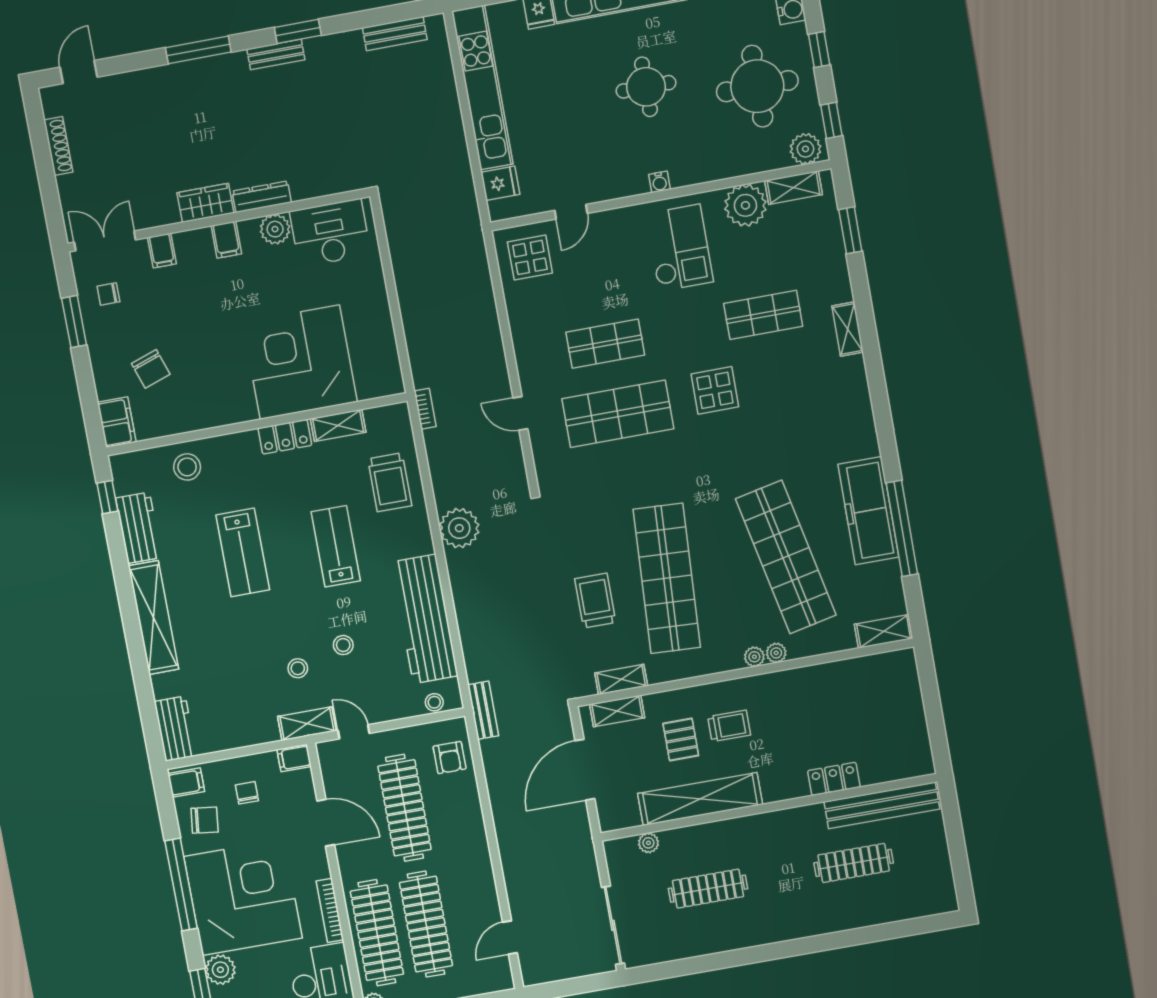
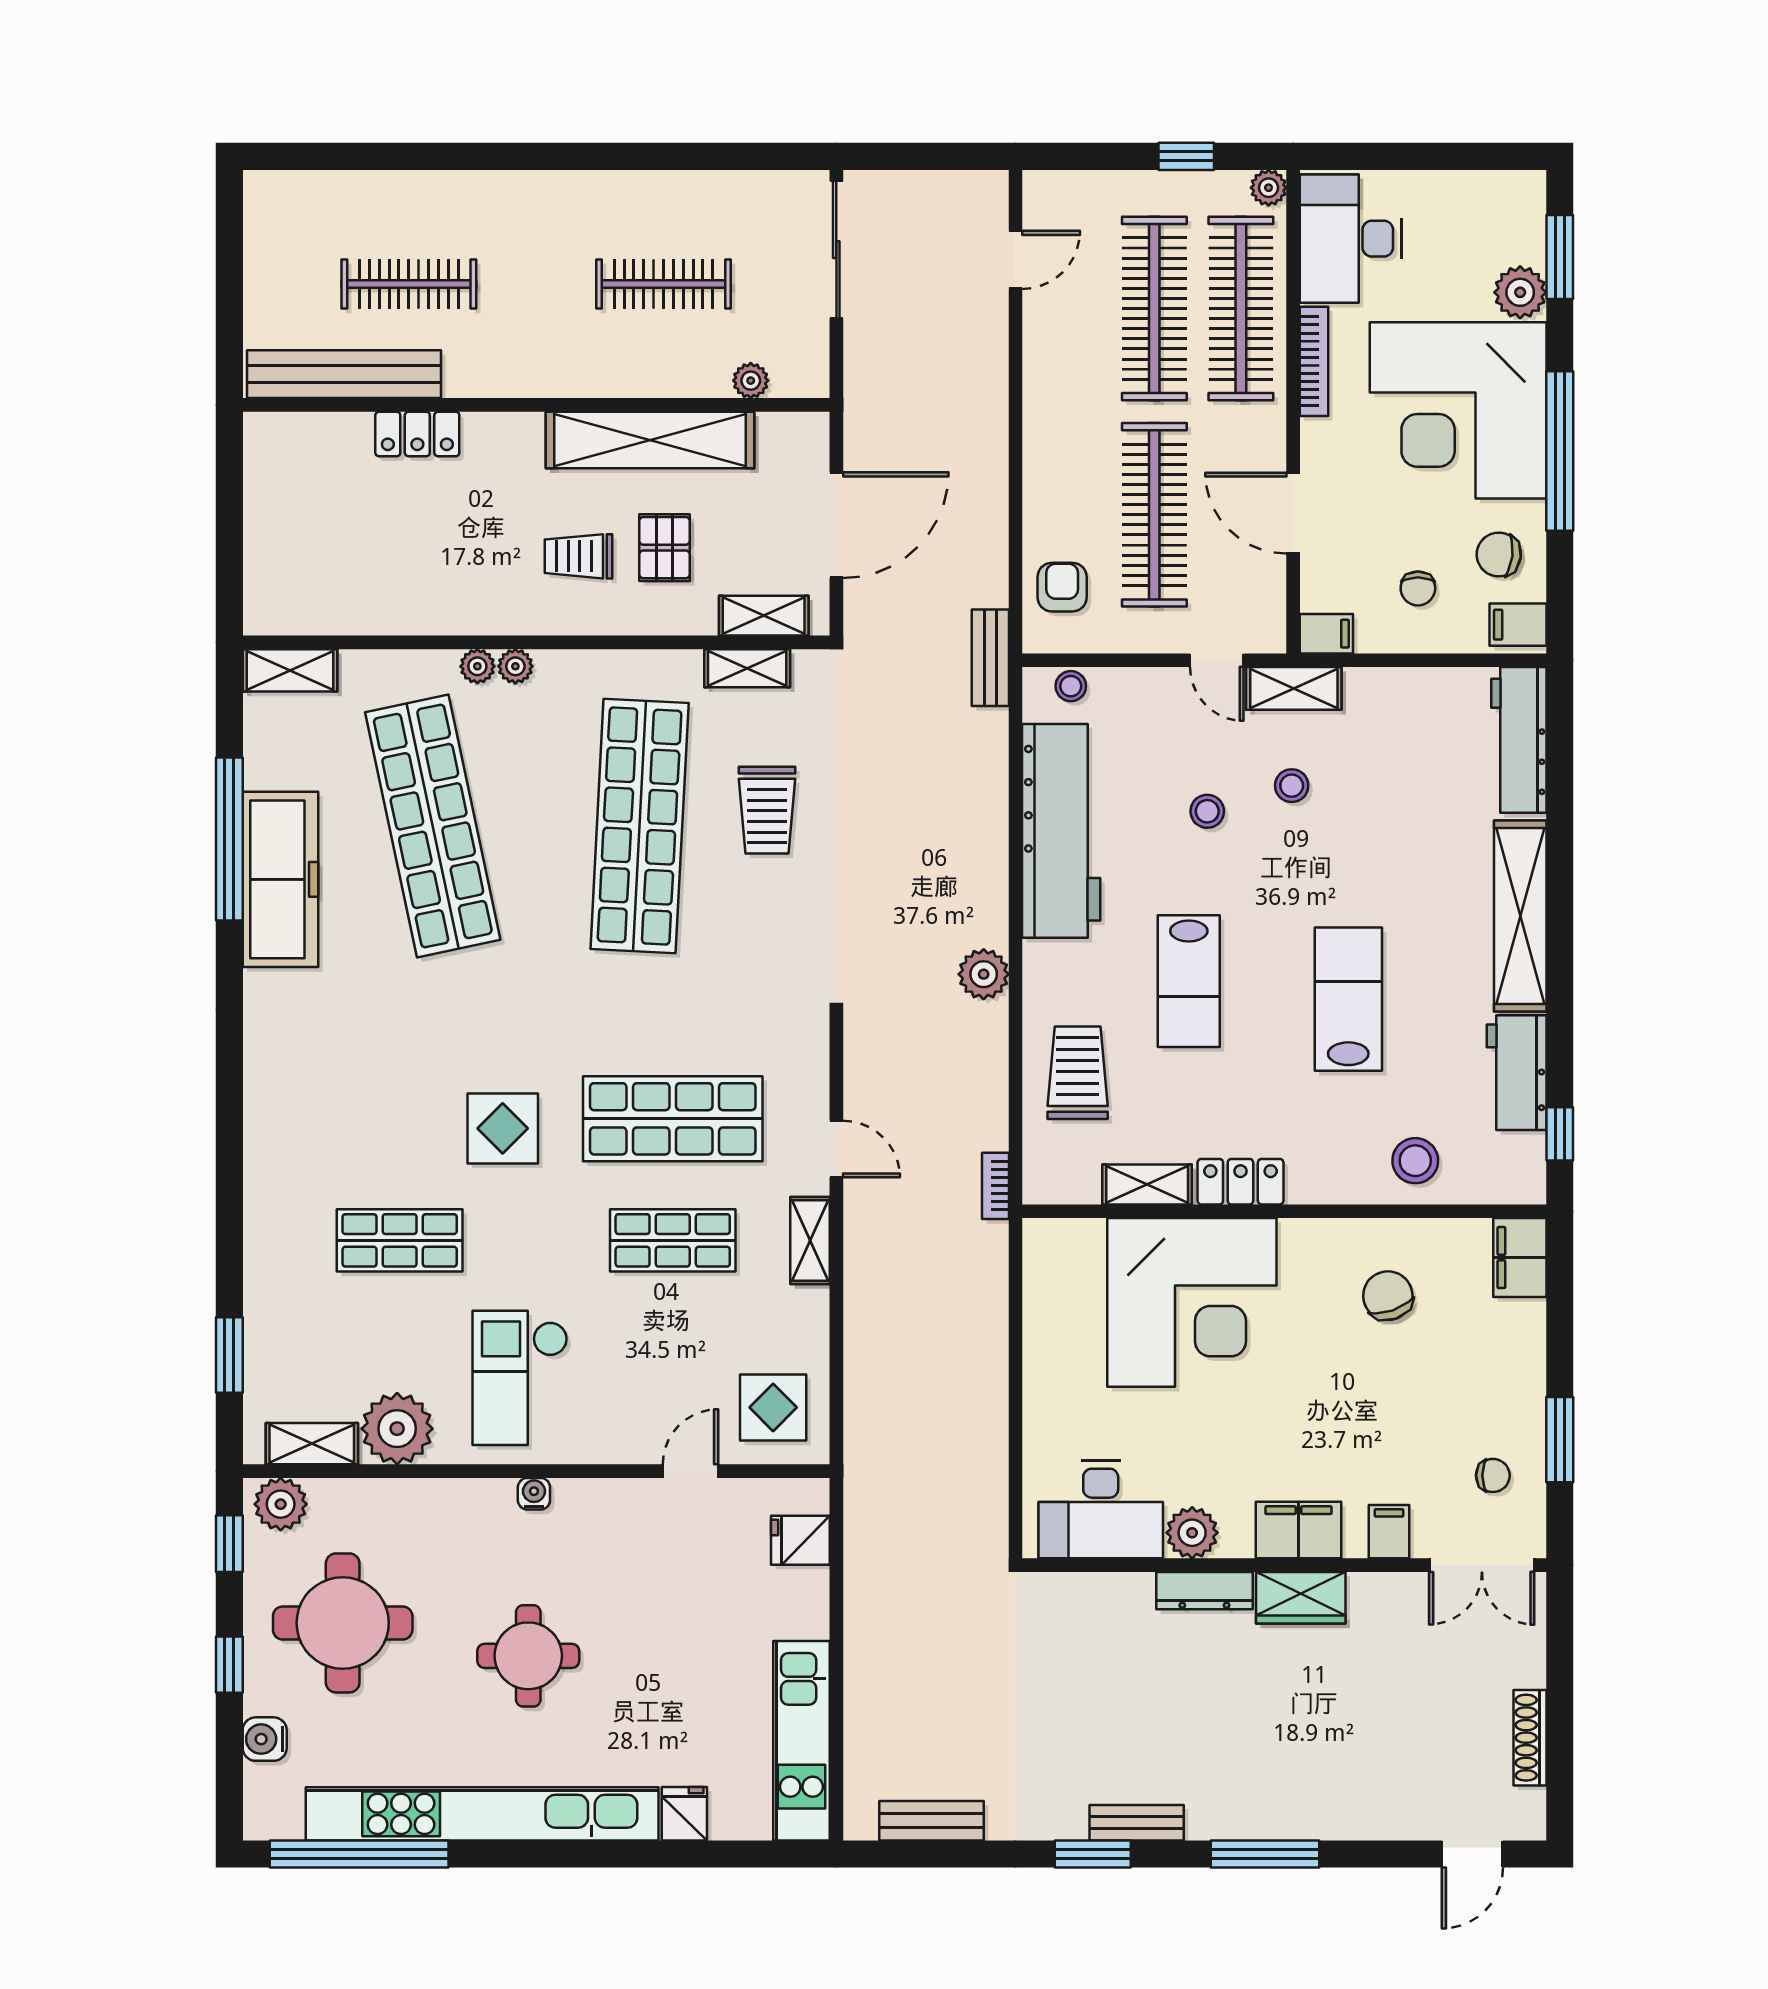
kitchen unit: (482, 88) -> (801, 1741), width x0.73
filing cabinet: (226, 240) -> (1298, 1530), width x2.00
shelving: (848, 329) -> (810, 1241), moved
chair: (151, 369) -> (1388, 1296), moved
plant: (459, 528) -> (984, 974), width x0.73, depth x0.73
workbench: (175, 729) -> (1519, 740), width x1.37

